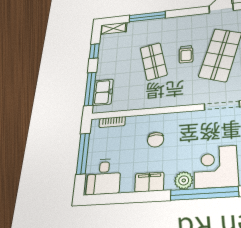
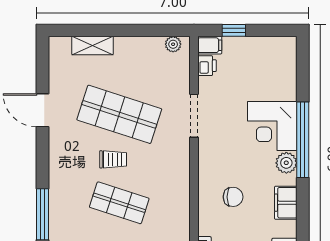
shop shelf: (154, 61) -> (119, 203), turned 30

